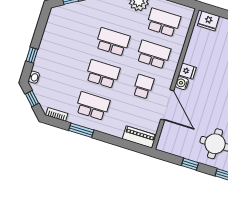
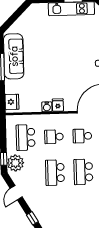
school desk: (153, 55) -> (54, 137), width x0.54
water cooler: (182, 83) -> (47, 107), moved

